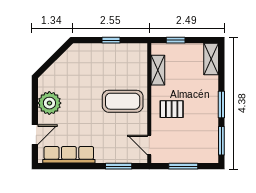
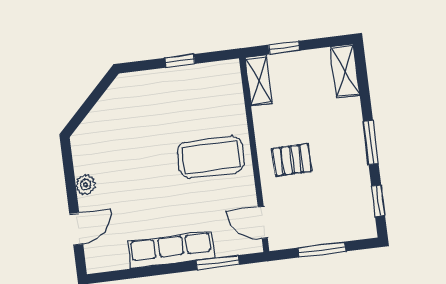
shelving: (158, 70) -> (259, 80), moved
plant: (49, 103) -> (86, 185), width x0.53, depth x0.53
window: (221, 141) -> (378, 201), width x0.67
row of seats: (69, 155) -> (171, 250), moved

